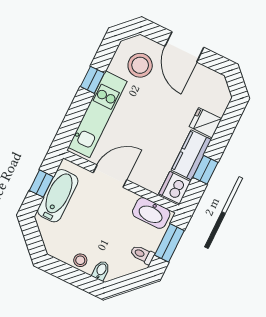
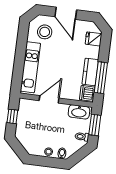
window: (92, 80) -> (21, 49), removed
fridge: (205, 123) -> (94, 39), moved
window: (205, 170) -> (101, 78), width x2.17
bathtub: (58, 196) -> (24, 120), removed

